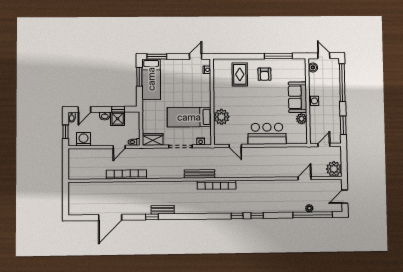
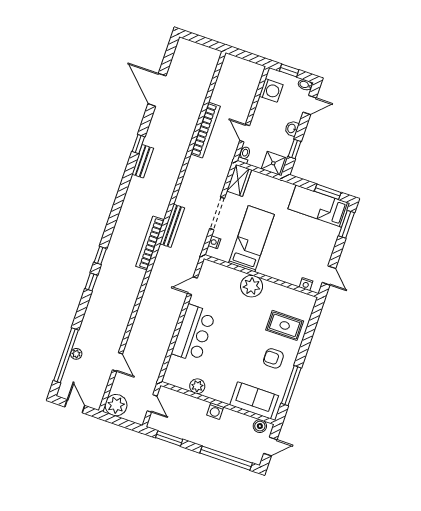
sofa: (298, 97) -> (254, 400), moved
door: (84, 110) -> (310, 105), swing flipped
plant: (221, 117) -> (252, 286), moved
shower: (118, 119) -> (273, 163), moved

